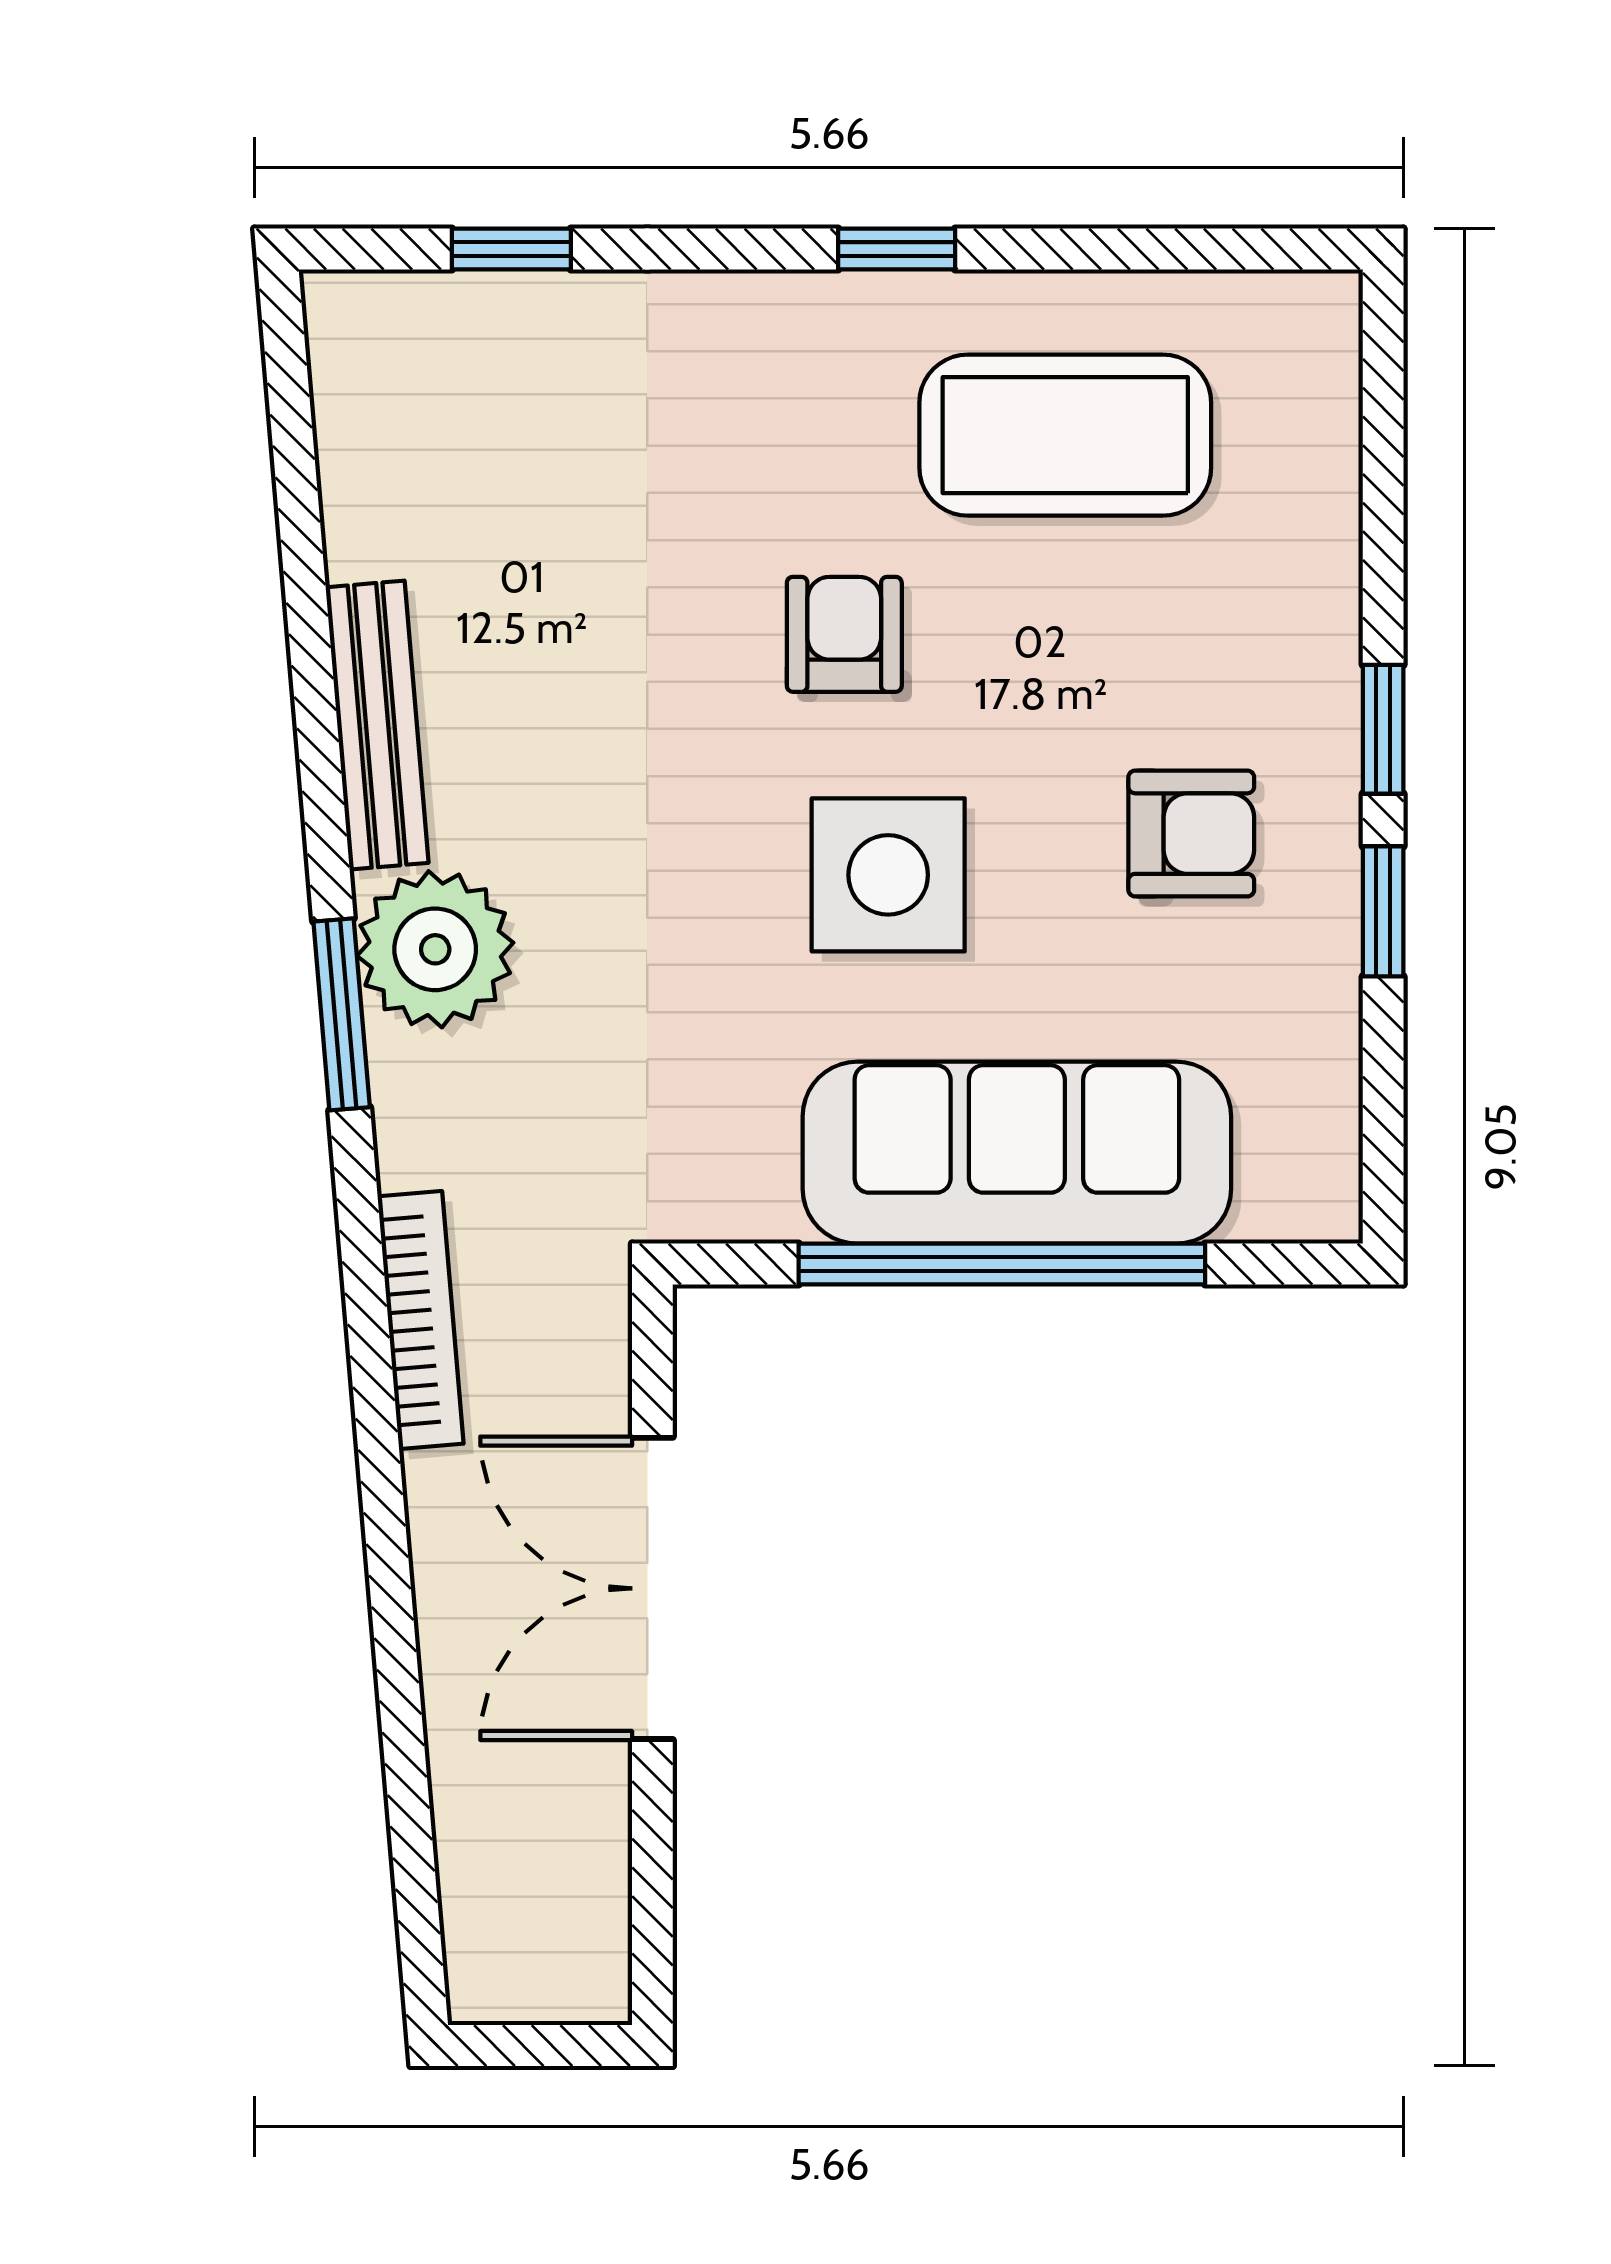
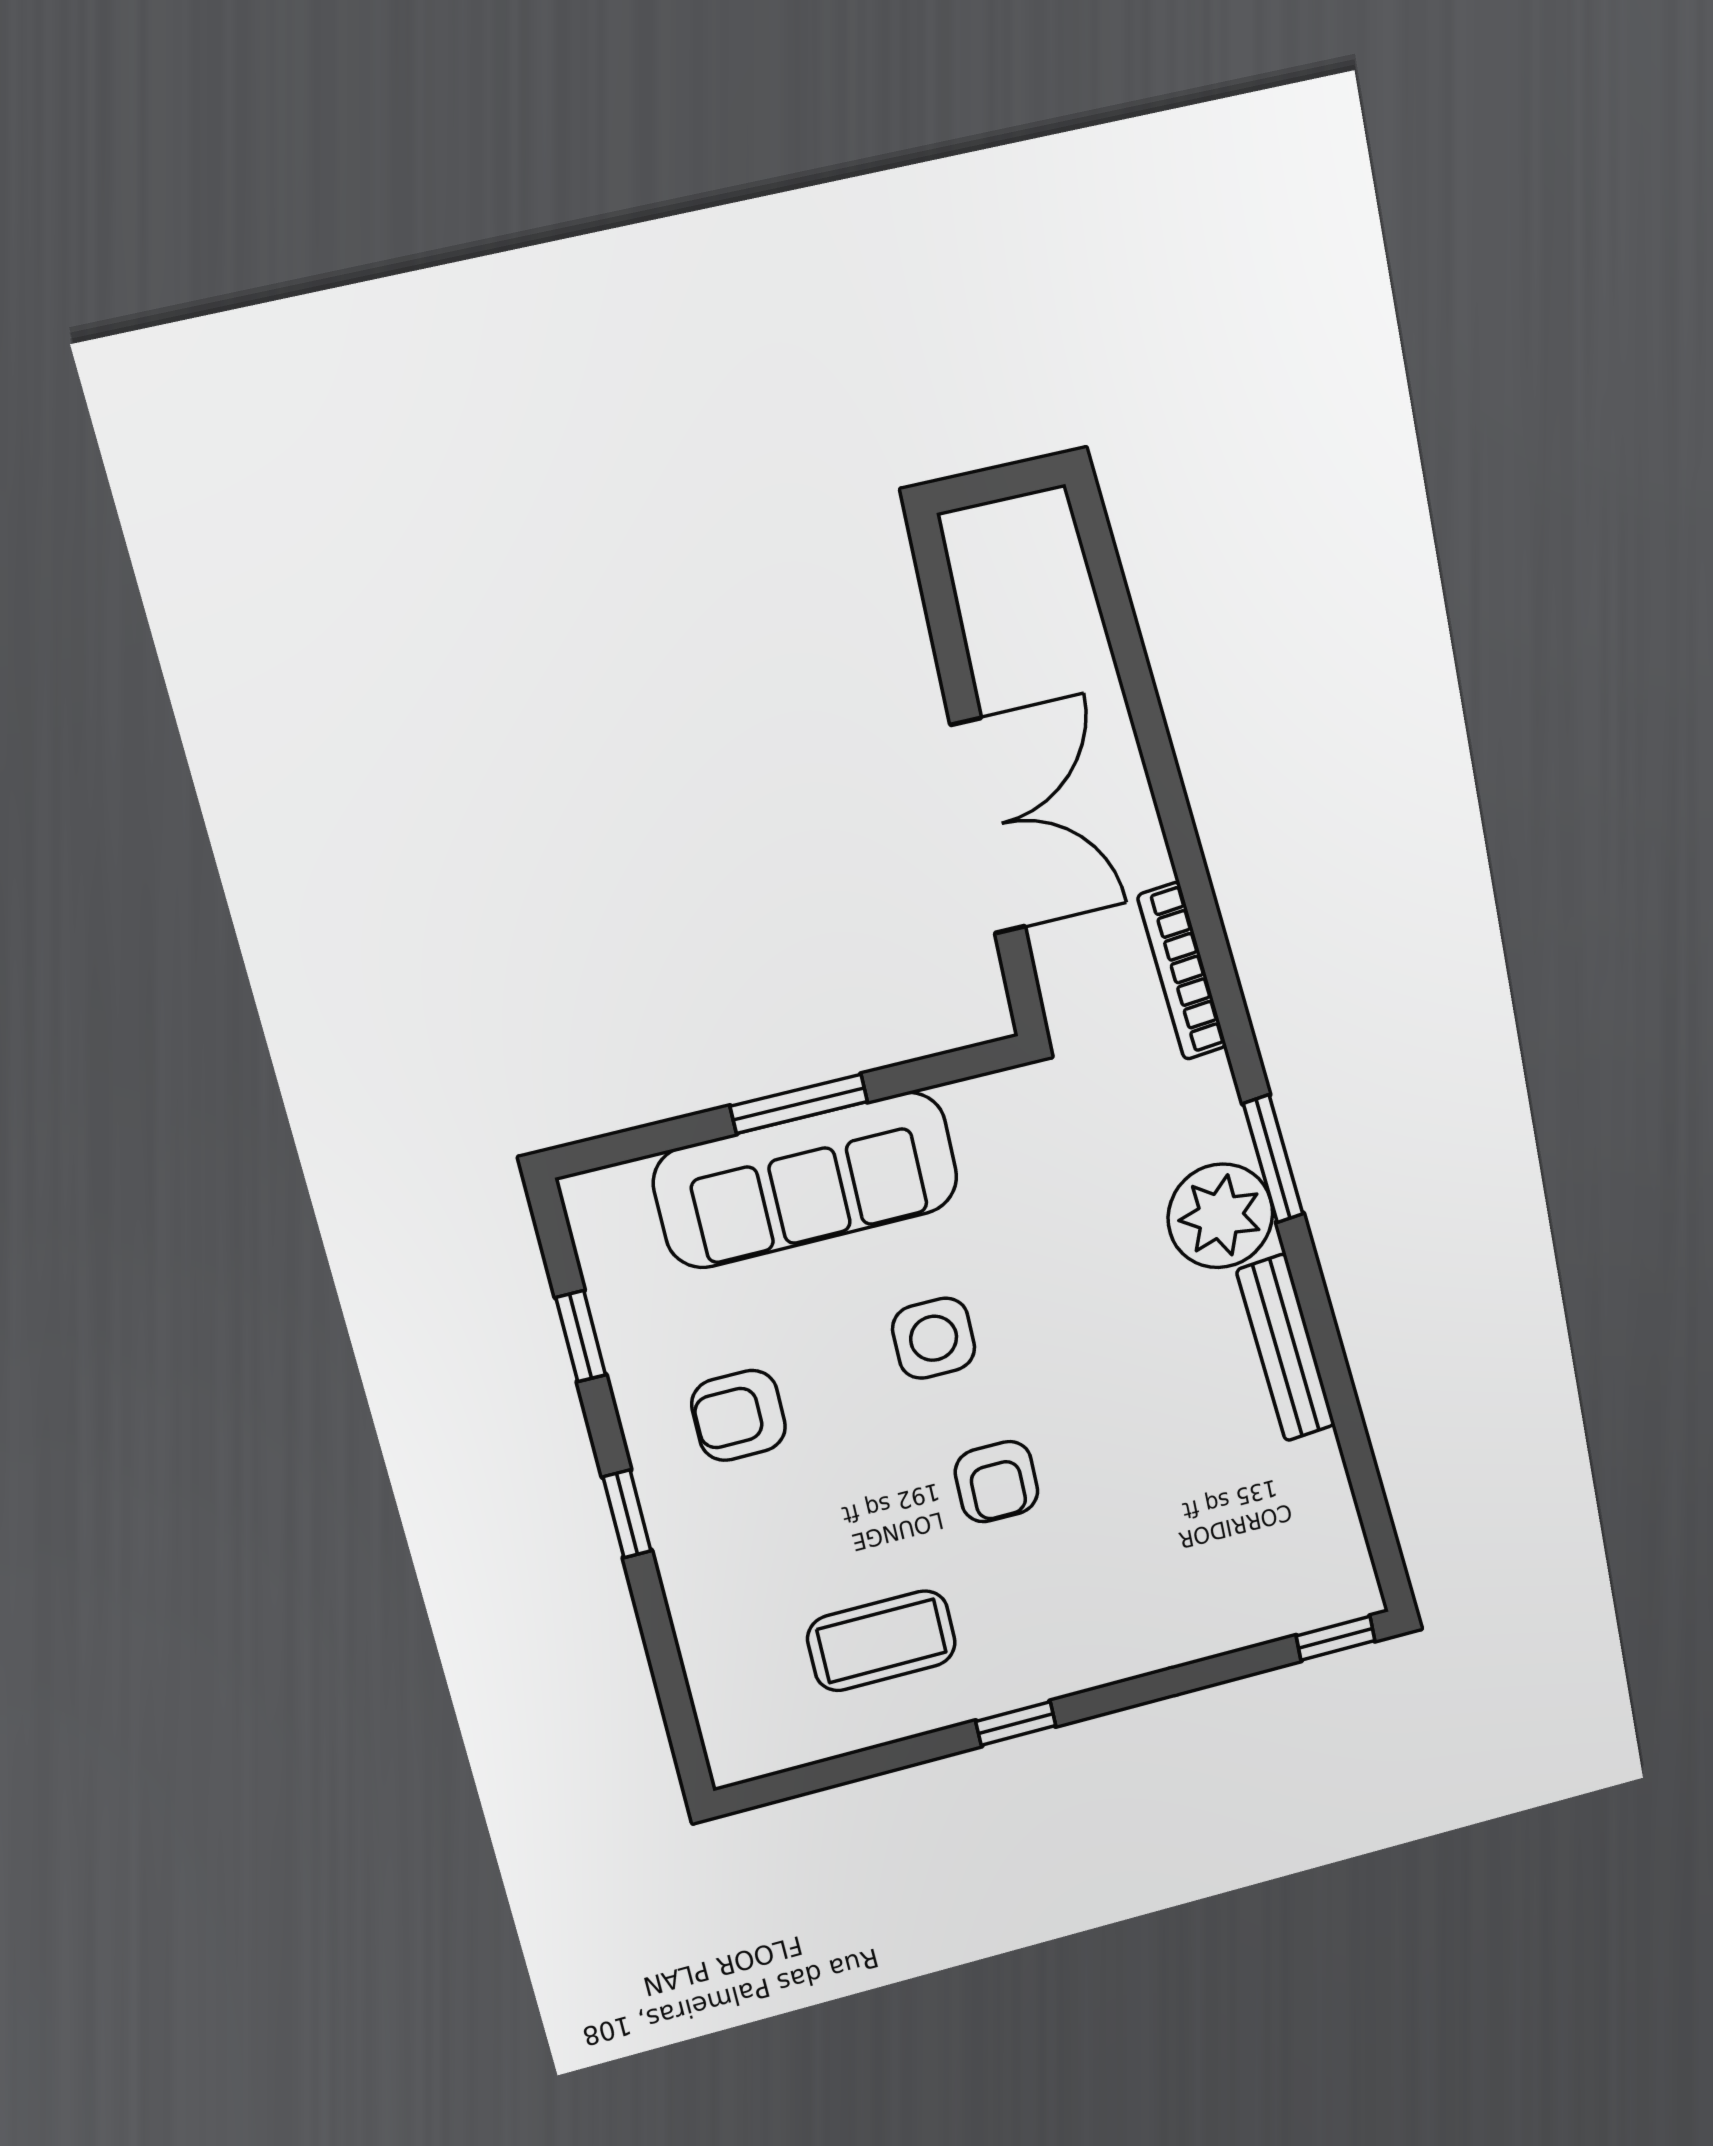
window: (511, 249) -> (1336, 1638), moved
coffee table: (1065, 435) -> (881, 1641), width x0.73, depth x0.76
side table: (888, 875) -> (934, 1338), width x0.73, depth x0.73
window: (1383, 911) -> (581, 1336), moved
window: (1002, 1264) -> (799, 1104), width x0.47

